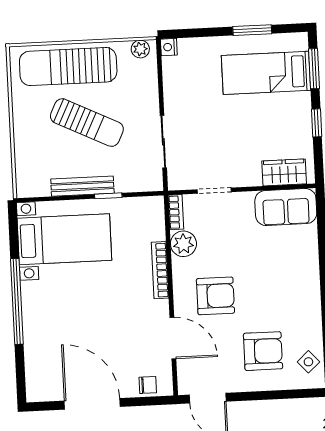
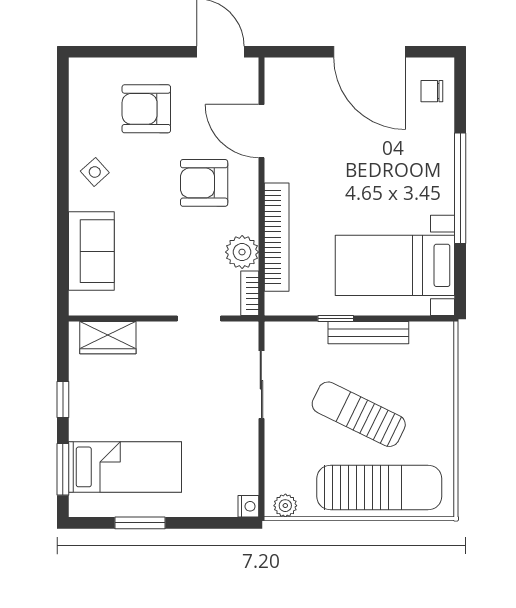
sofa: (286, 207) -> (91, 251), moved, turned 90
bookcase: (160, 270) -> (277, 237), width x1.48, depth x1.31
side table: (308, 362) -> (95, 172), moved
chair: (148, 385) -> (432, 91), moved

